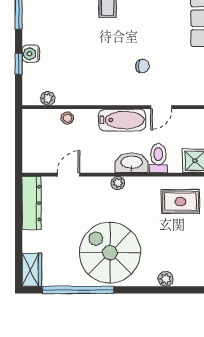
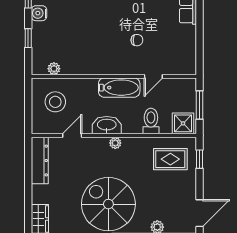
water cooler: (31, 54) -> (39, 13), moved
stool: (67, 118) -> (55, 102), moved, width x1.89, depth x1.89
washbasin: (132, 163) -> (107, 125), moved

